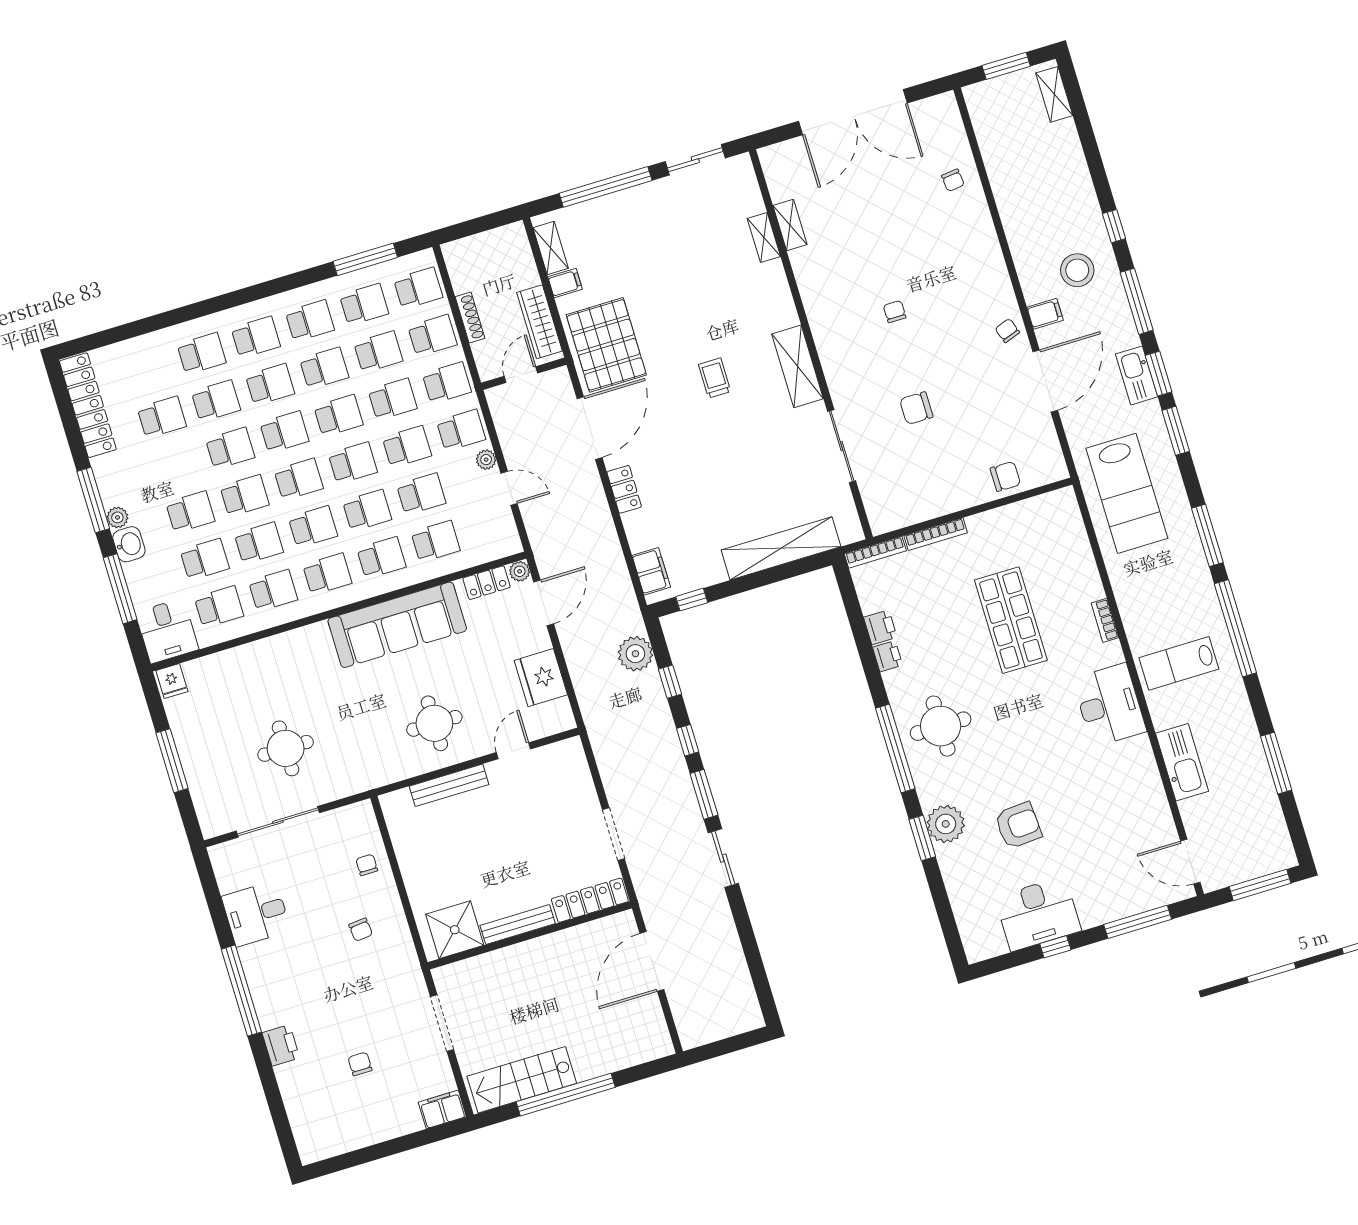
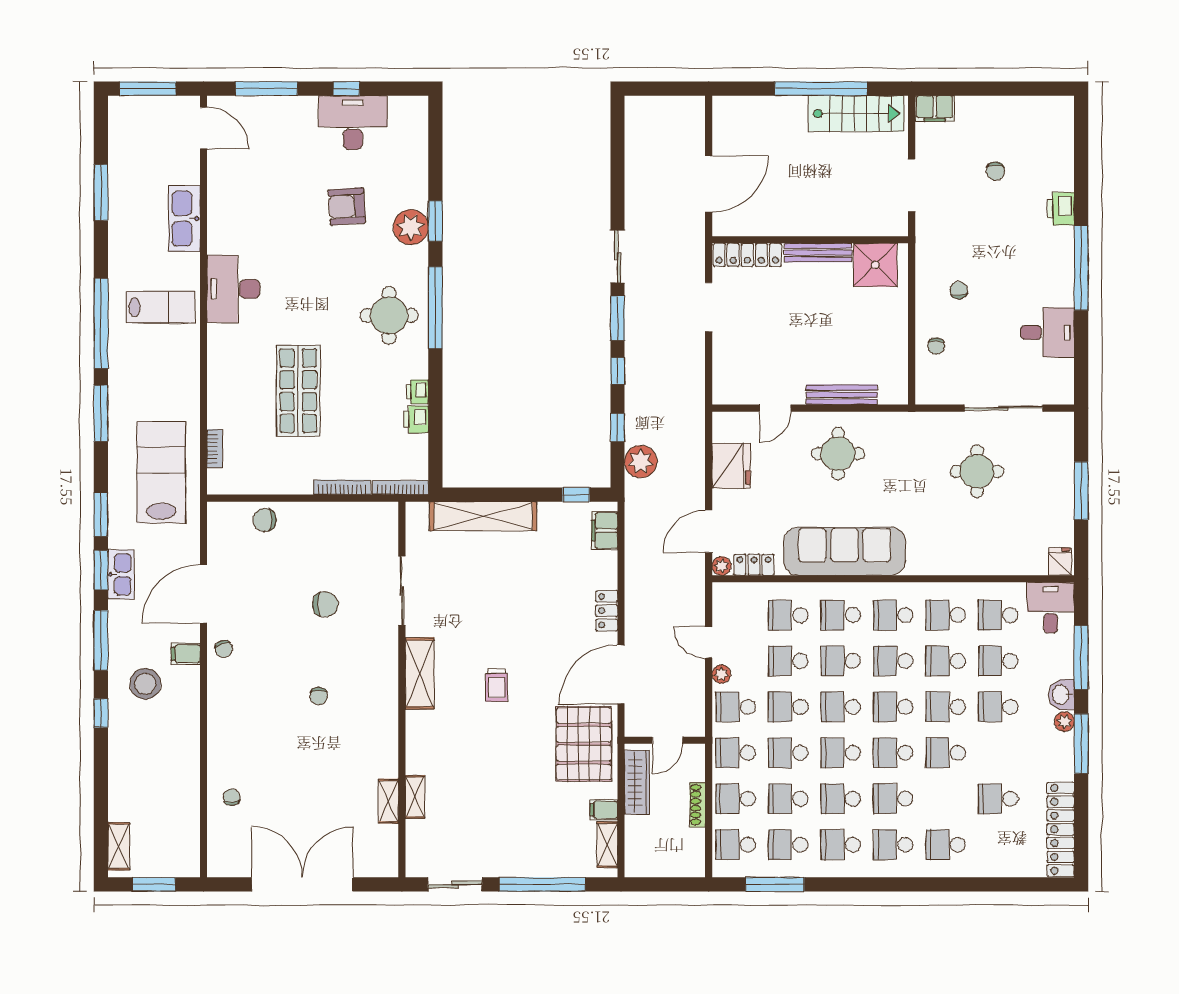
school desk: (216, 401) -> (946, 799), removed
bookcase: (1105, 620) -> (215, 448), moved

